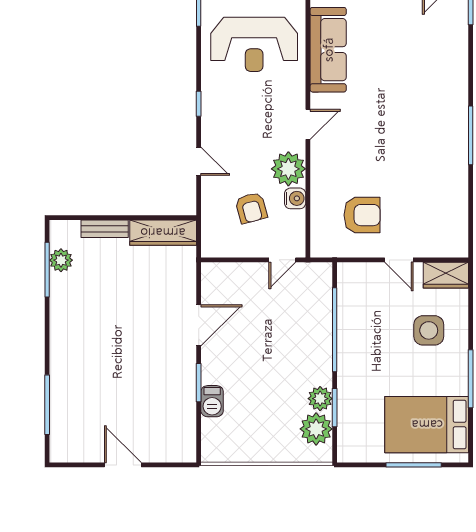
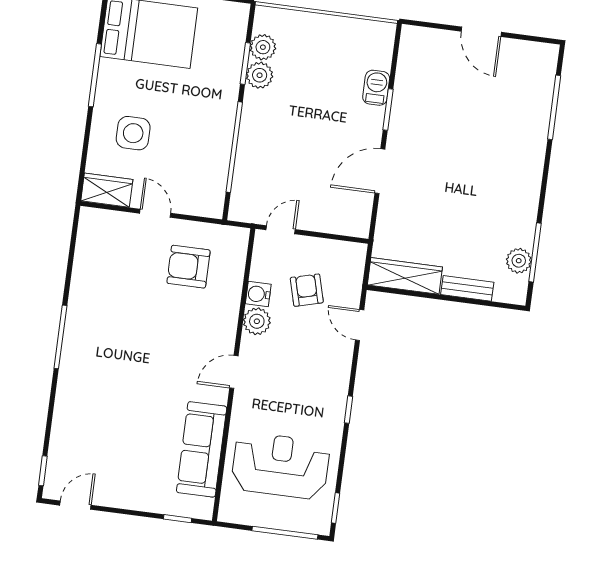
door: (199, 161) -> (360, 325), moved
plant: (288, 169) -> (257, 321), width x0.73, depth x0.73
plant: (316, 429) -> (263, 47), width x0.73, depth x0.73

